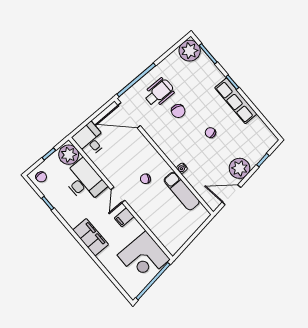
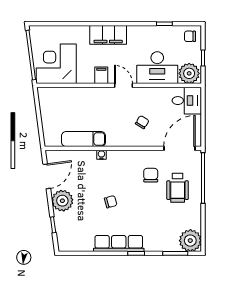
chair: (178, 111) -> (151, 175), moved, turned 74
chair: (145, 179) -> (142, 122), moved

